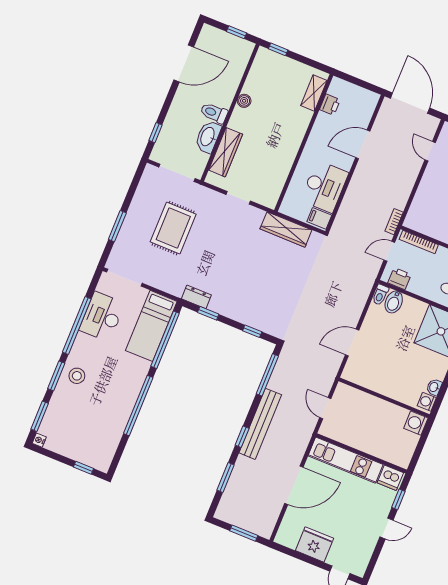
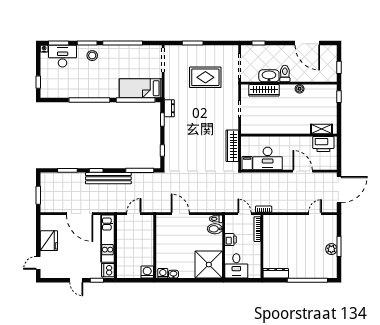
printer: (330, 105) -> (323, 144), width x1.87, depth x1.48
printer: (399, 279) -> (230, 240), moved
desk: (102, 317) -> (63, 56), moved

